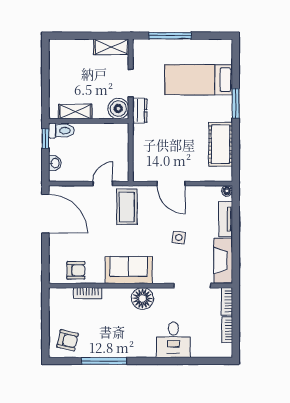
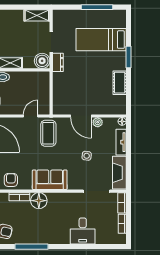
window: (170, 36) -> (97, 7), moved
cot: (221, 144) -> (120, 83), width x0.73, depth x0.75
plant: (194, 192) -> (98, 122), added
armchair: (76, 270) -> (11, 180), turned -90
floor lamp: (142, 299) -> (39, 201), moved

